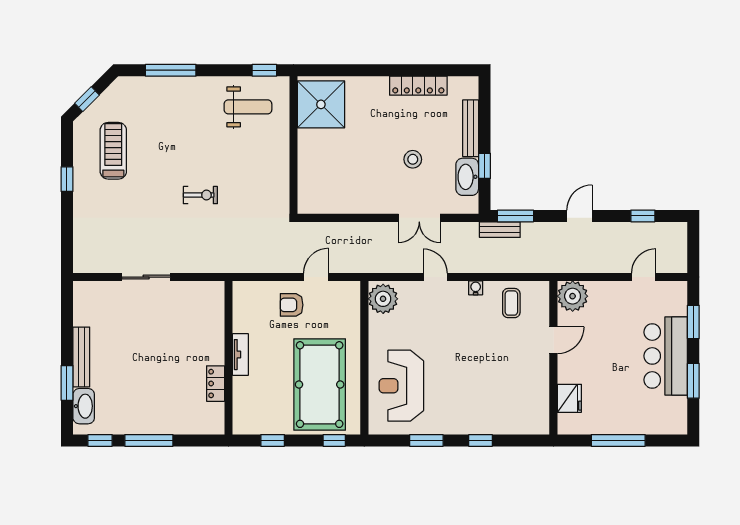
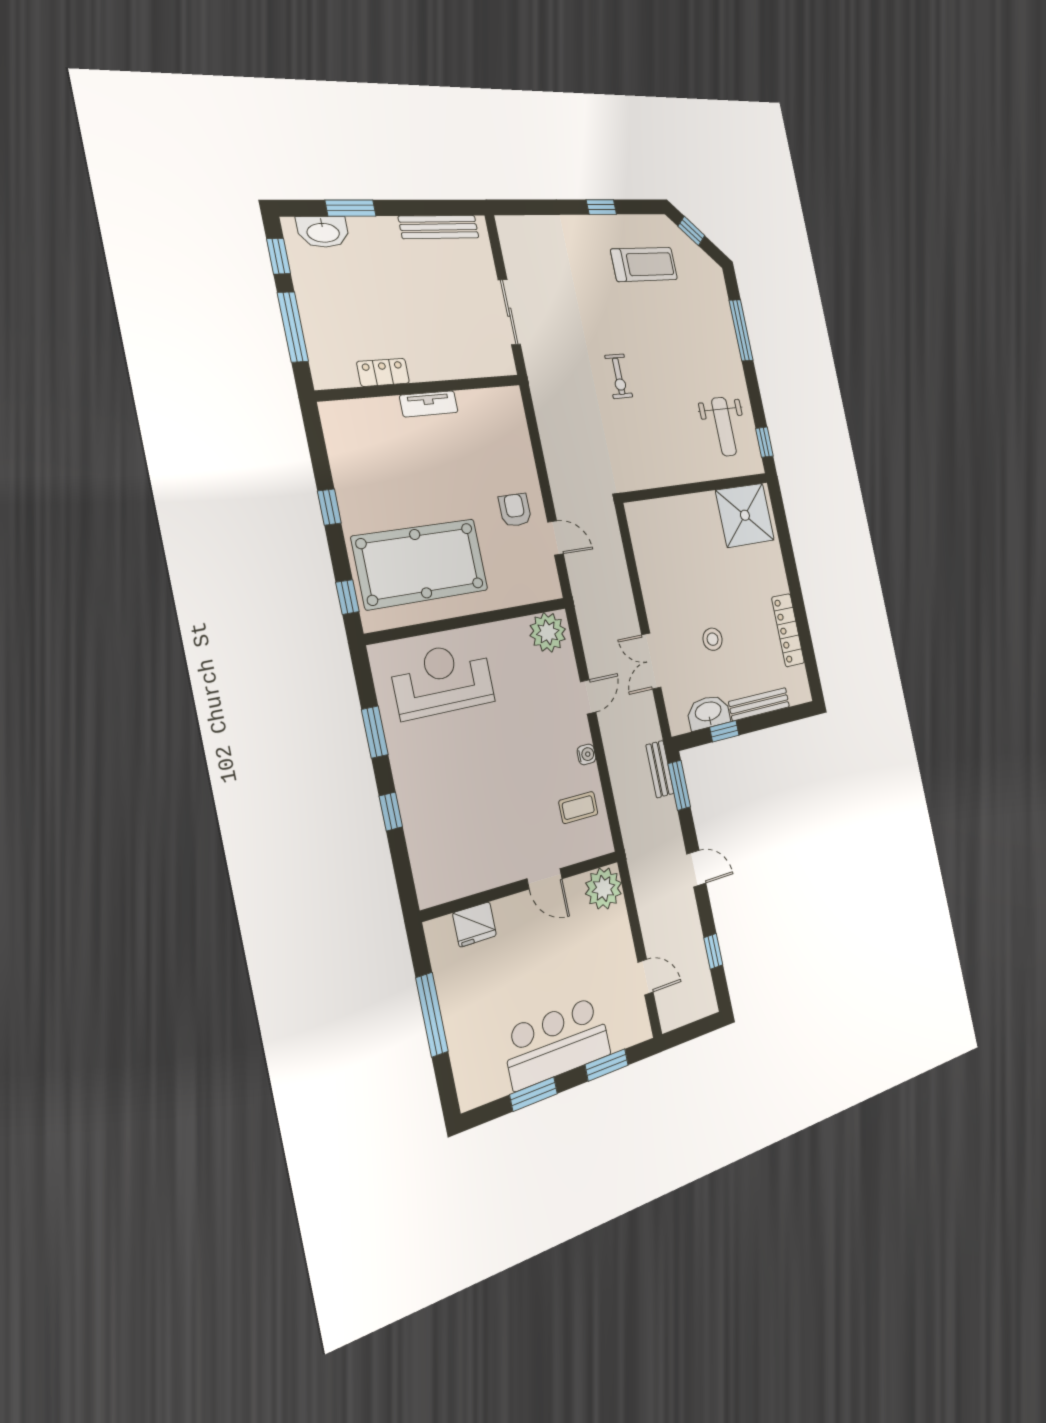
tv unit: (240, 355) -> (429, 404), moved
bench: (81, 357) -> (439, 227), moved
wall: (228, 358) -> (421, 388), moved
locker: (216, 384) -> (383, 372), moved

